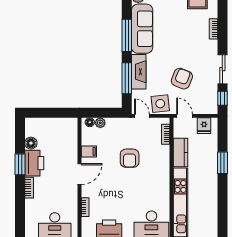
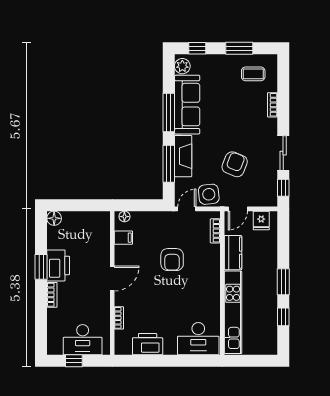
door: (142, 116) -> (187, 209), hinge flipped
door: (184, 116) -> (238, 209), swing flipped
plant: (100, 123) -> (137, 217), removed
floor lamp: (31, 143) -> (54, 218), moved
filing cabinet: (89, 151) -> (123, 238), moved
window: (222, 163) -> (283, 282), moved
window: (222, 206) -> (283, 317), added

